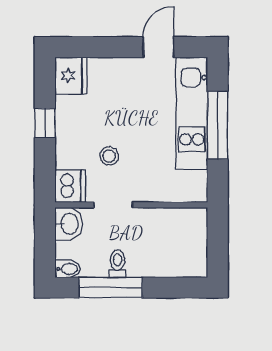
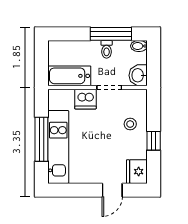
door: (158, 47) -> (112, 190), moved
stool: (109, 156) -> (130, 124), moved
dishwasher: (70, 186) -> (85, 99), moved, turned -90
bathtub: (175, 223) -> (69, 76), added

